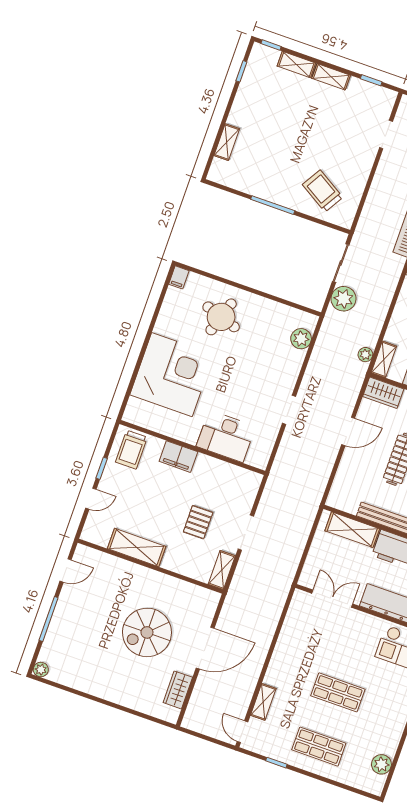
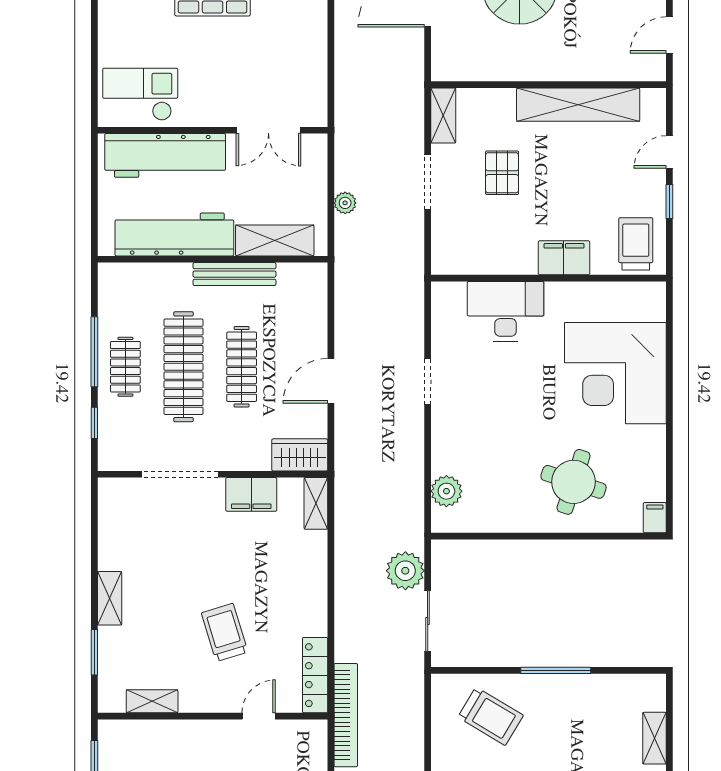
plant: (365, 355) -> (345, 203), moved
shelving: (137, 548) -> (578, 105), width x1.47

